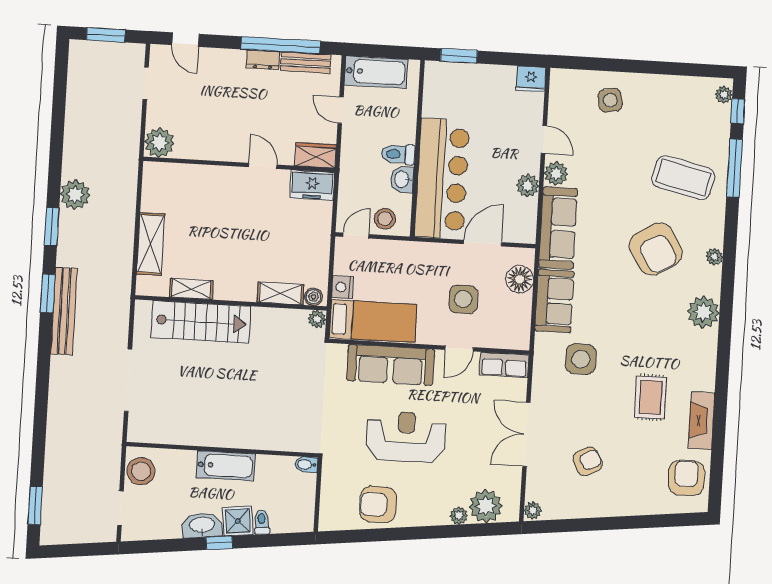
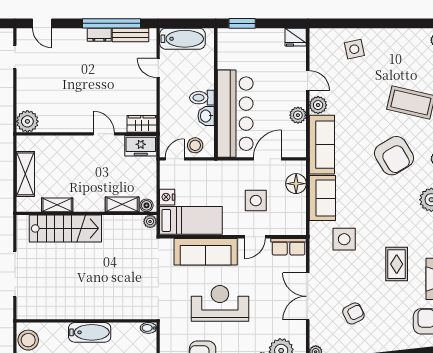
plant: (159, 143) -> (27, 121), moved
wardrobe: (316, 155) -> (142, 124), moved
wall: (239, 165) -> (86, 134), moved
door: (263, 166) -> (104, 134), moved
freezer: (312, 185) -> (141, 146), moved

